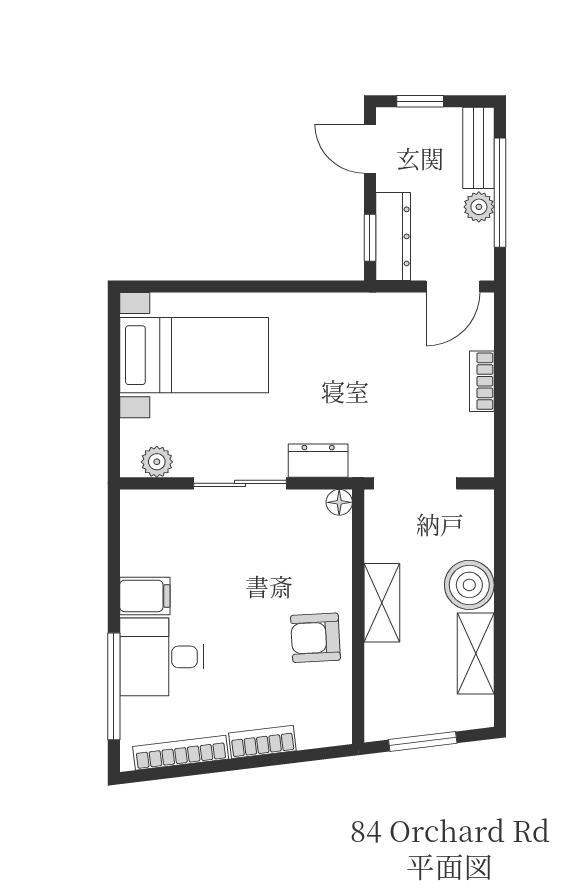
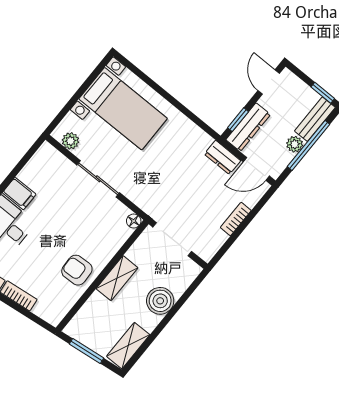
window: (420, 101) -> (323, 93), moved
dresser: (318, 461) -> (222, 157), moved, turned 180
shelving: (476, 654) -> (128, 346), moved

